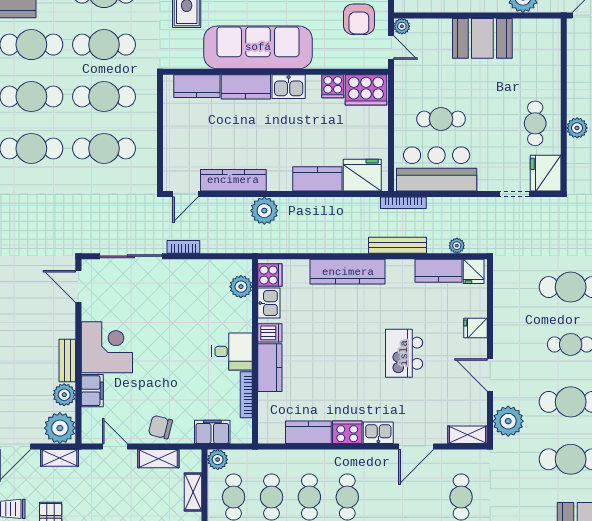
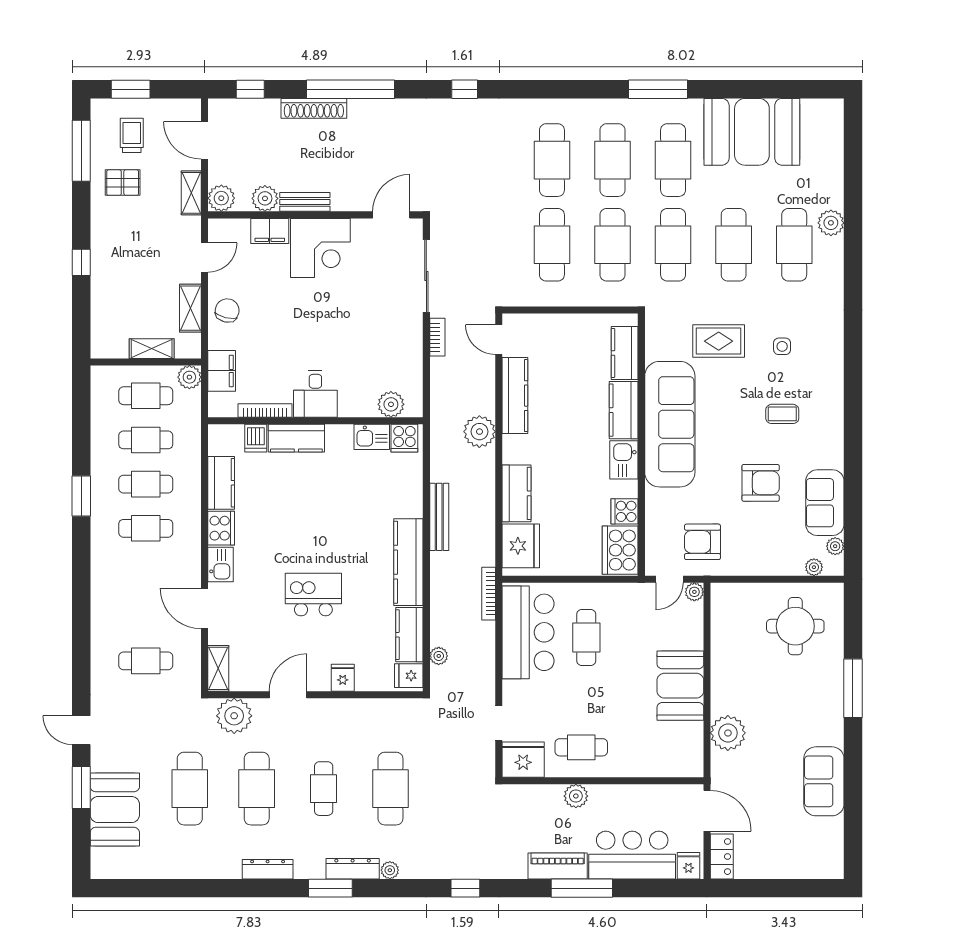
bench: (398, 245) -> (439, 517), moved
kitchen counter: (348, 272) -> (408, 562), moved
dishwasher: (270, 333) -> (256, 438), moved
plant: (60, 428) -> (221, 198), width x0.73, depth x0.73

